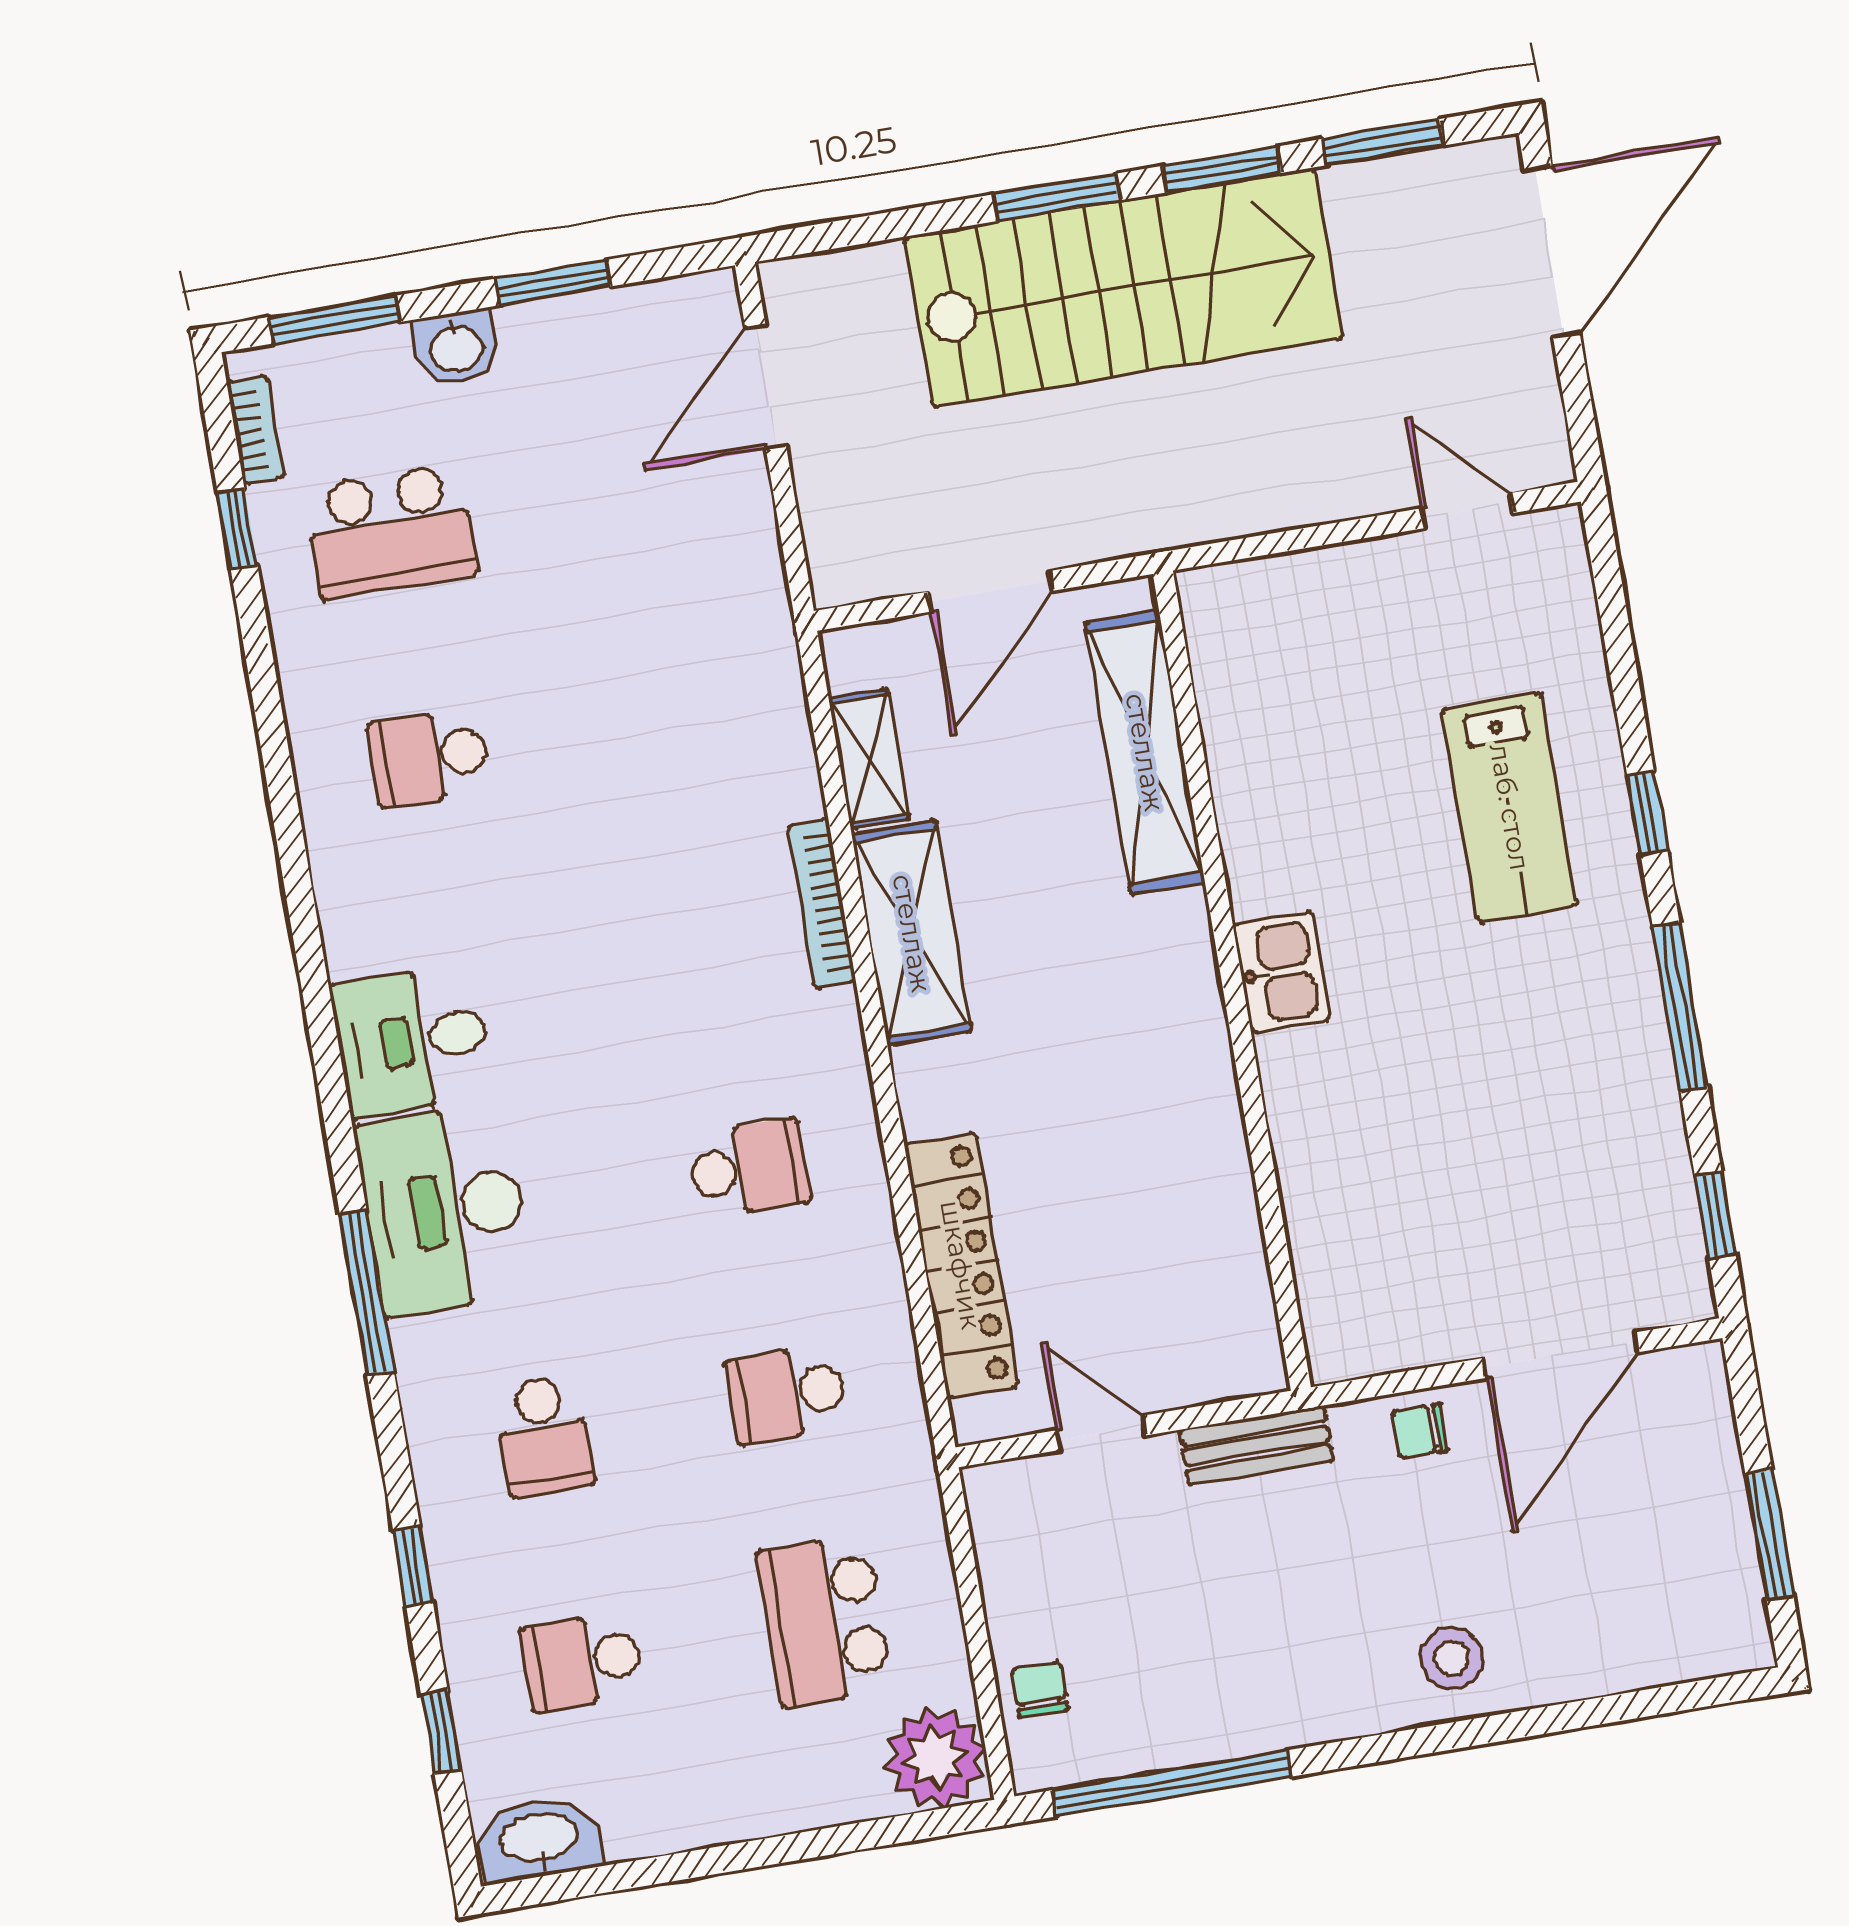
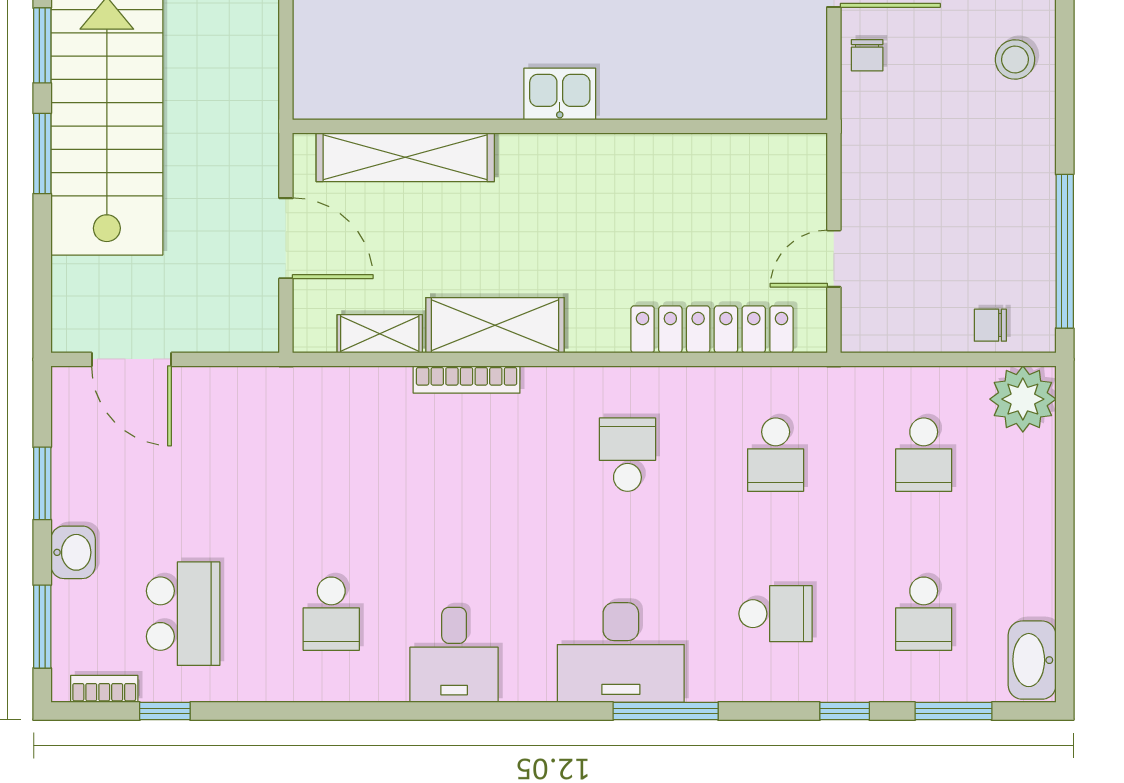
desk: (412, 1041) -> (454, 655), moved
bench: (1256, 1445) -> (858, 161), removed
school desk: (825, 1621) -> (924, 455), width x0.54
window: (441, 1732) -> (953, 711), width x1.50

